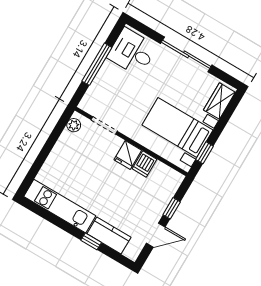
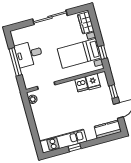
desk: (132, 52) -> (29, 54), moved
fridge: (128, 155) -> (93, 82), moved
kitchen counter: (109, 235) -> (108, 129), moved
window: (91, 241) -> (75, 147), moved

